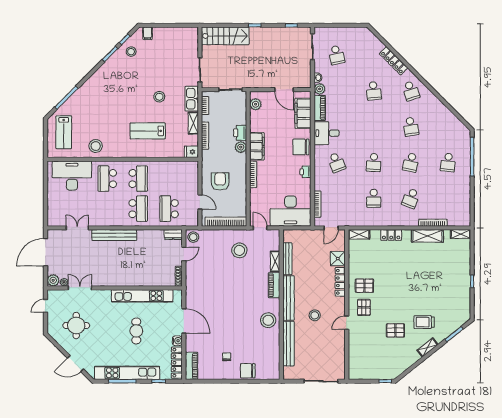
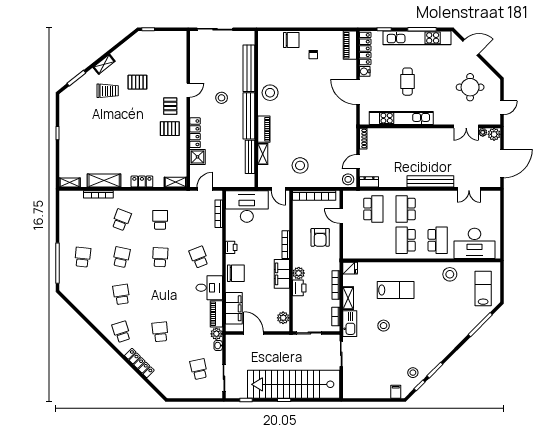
stairs: (225, 36) -> (294, 384), width x1.86, depth x1.51

